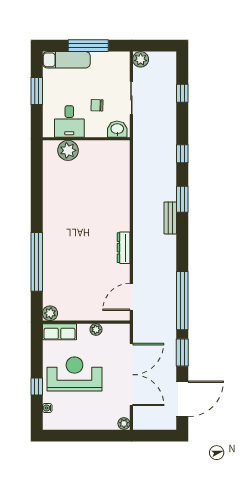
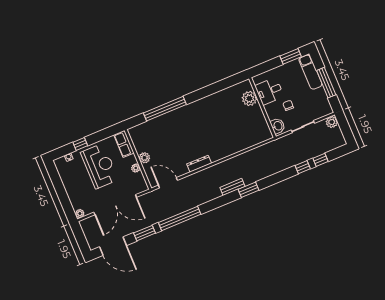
window: (37, 91) -> (291, 56), moved
window: (182, 154) -> (303, 167), moved
plant: (50, 313) -> (144, 158), moved

